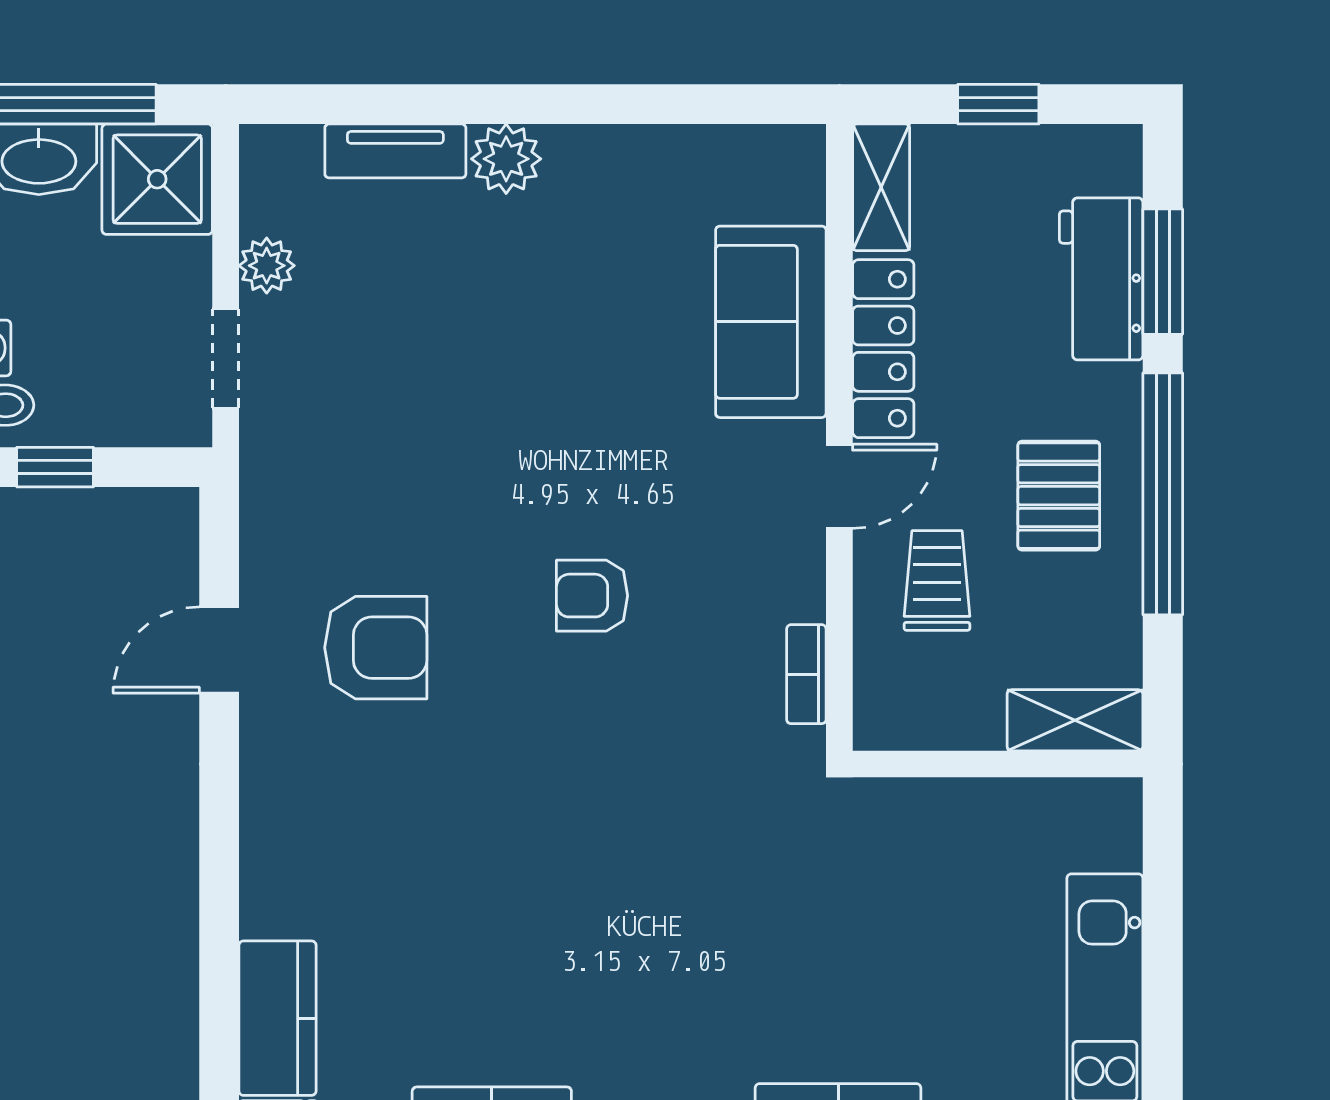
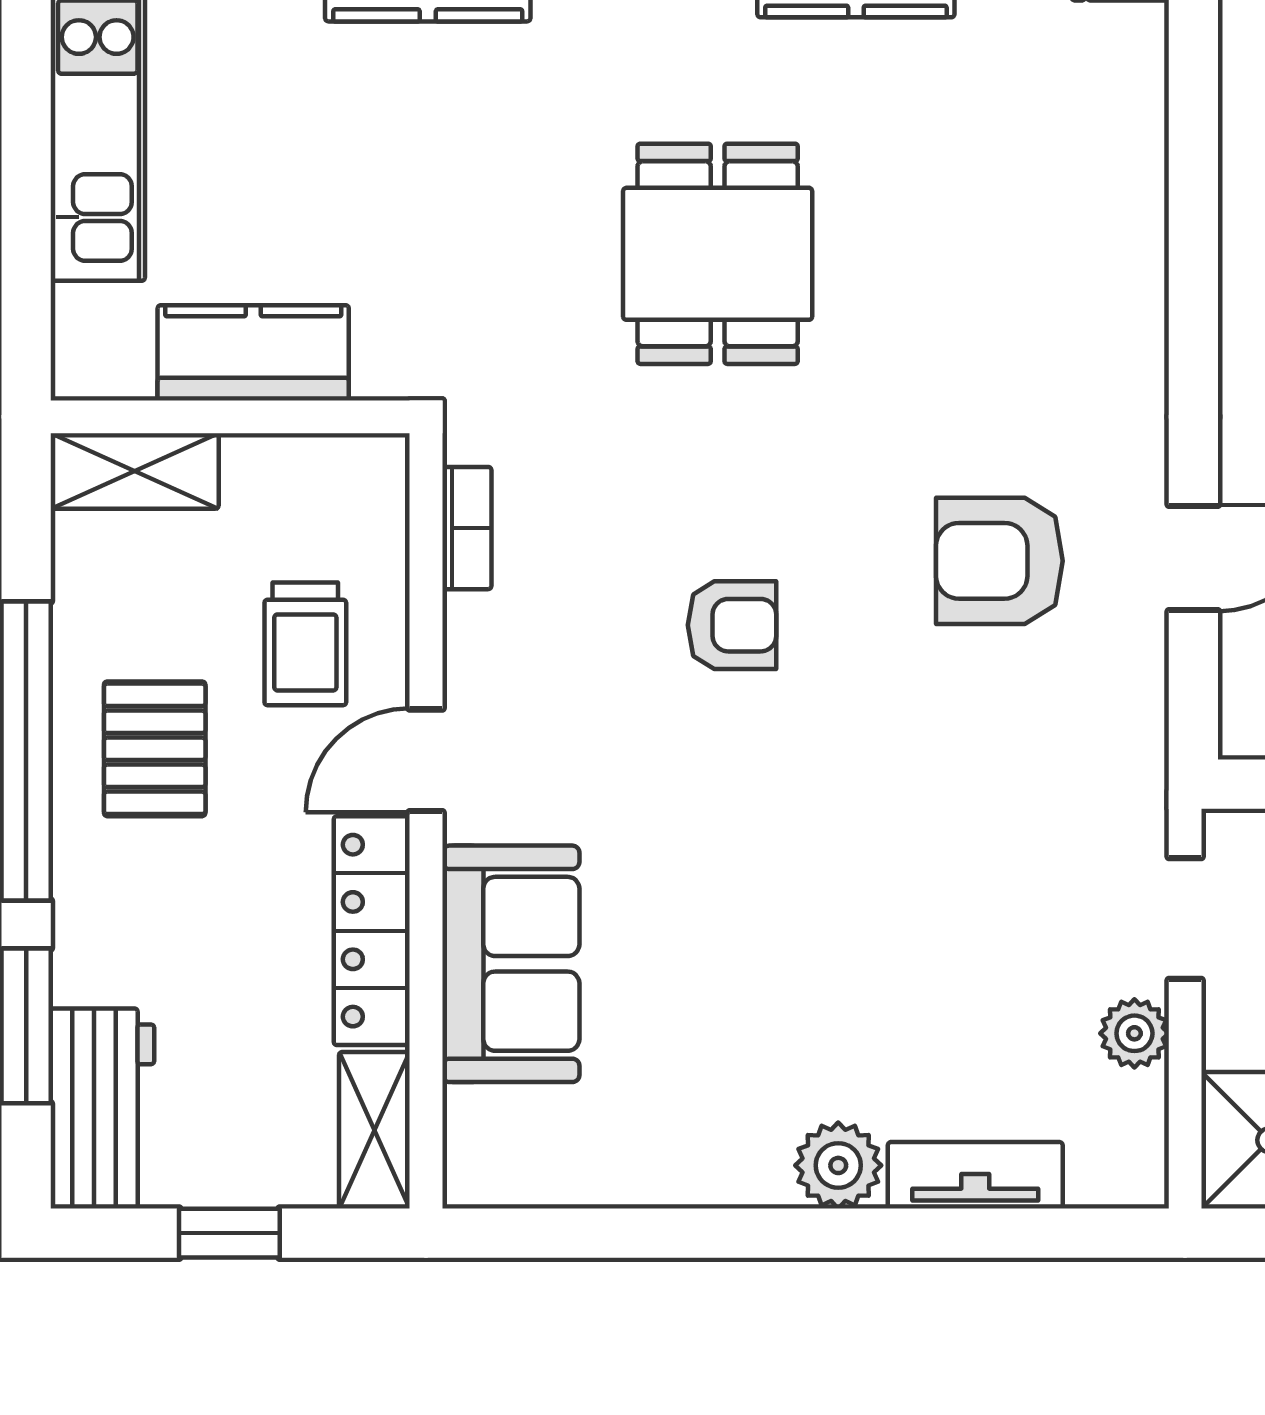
workbench: (1101, 279) -> (102, 1108), moved
dining table: (604, 896) -> (718, 254), added
kitchen counter: (277, 1018) -> (253, 353), moved, turned 90

